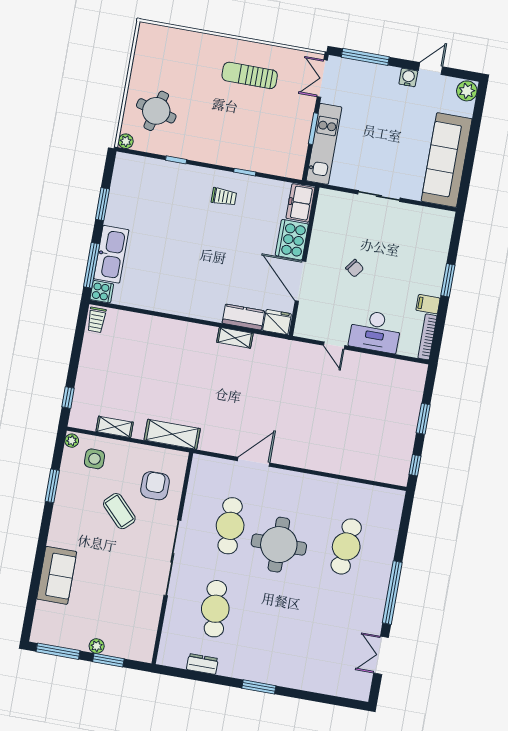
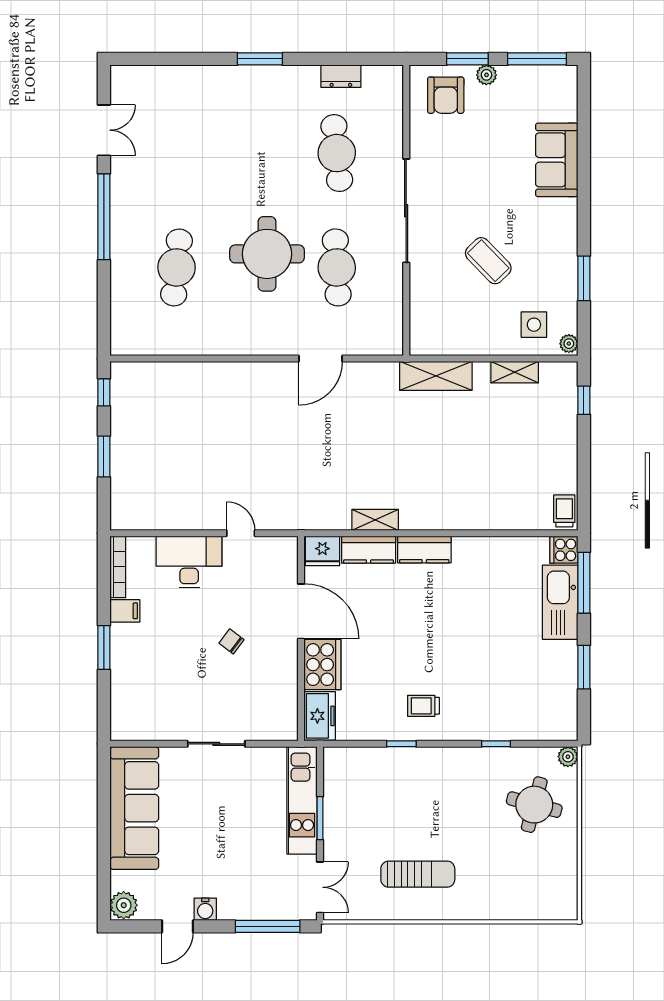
kitchen counter: (203, 310) -> (424, 550), added
armchair: (155, 486) -> (446, 95), moved

